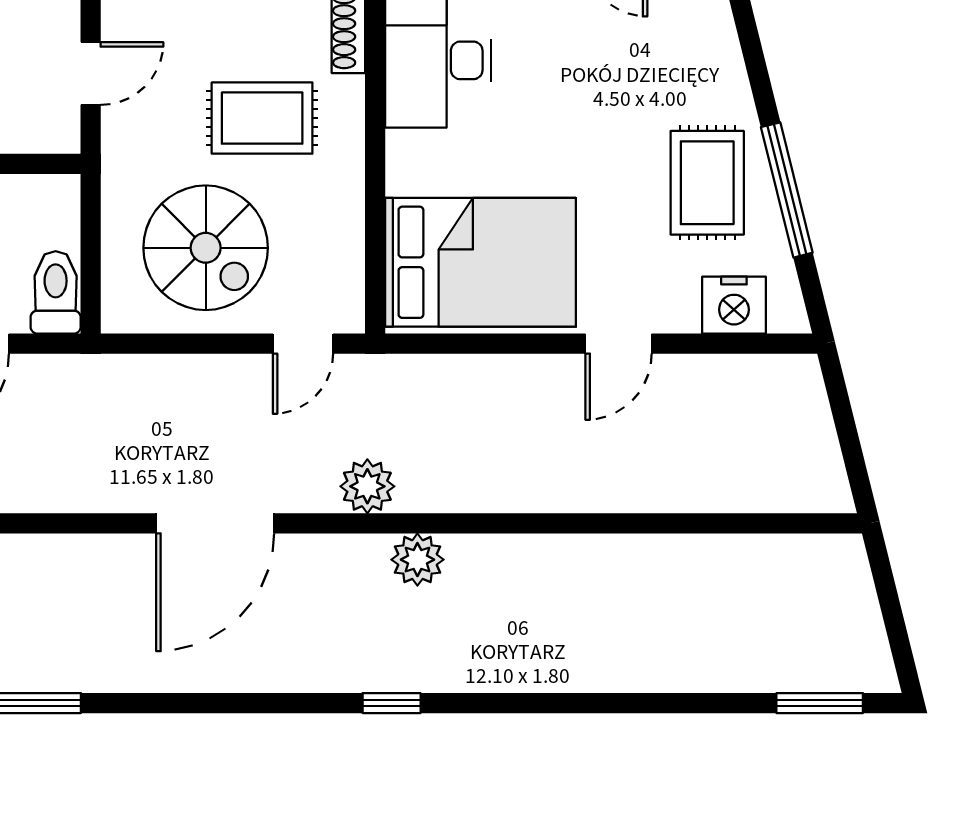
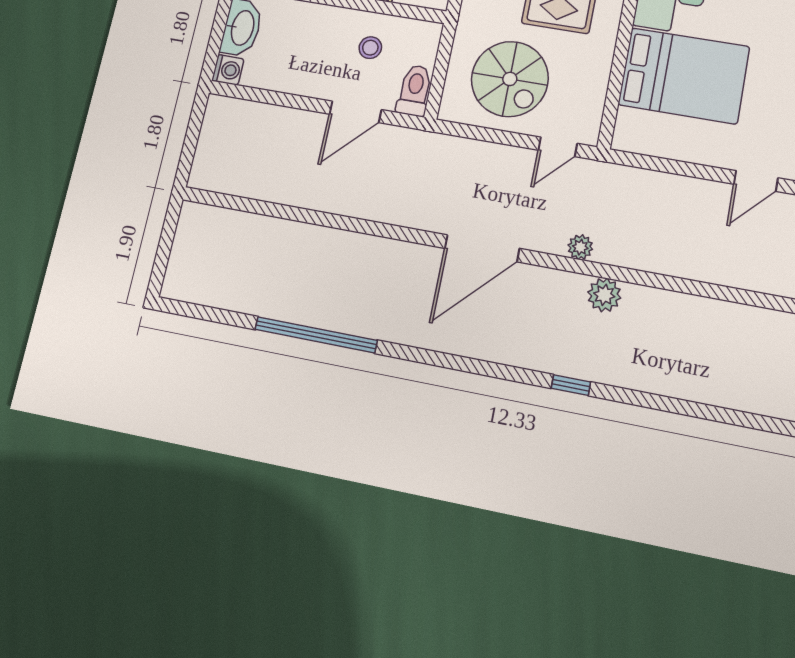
bed: (481, 262) -> (684, 76), moved
plant: (367, 486) -> (580, 247), width x0.73, depth x0.73

